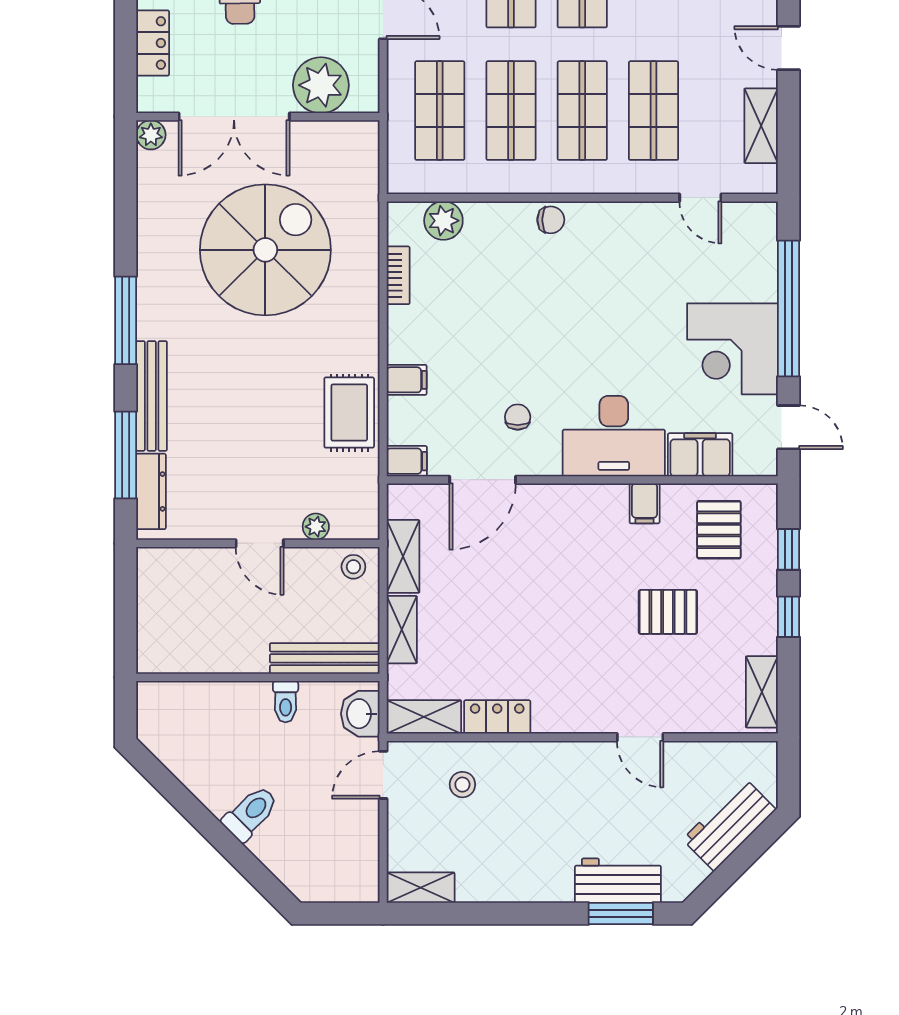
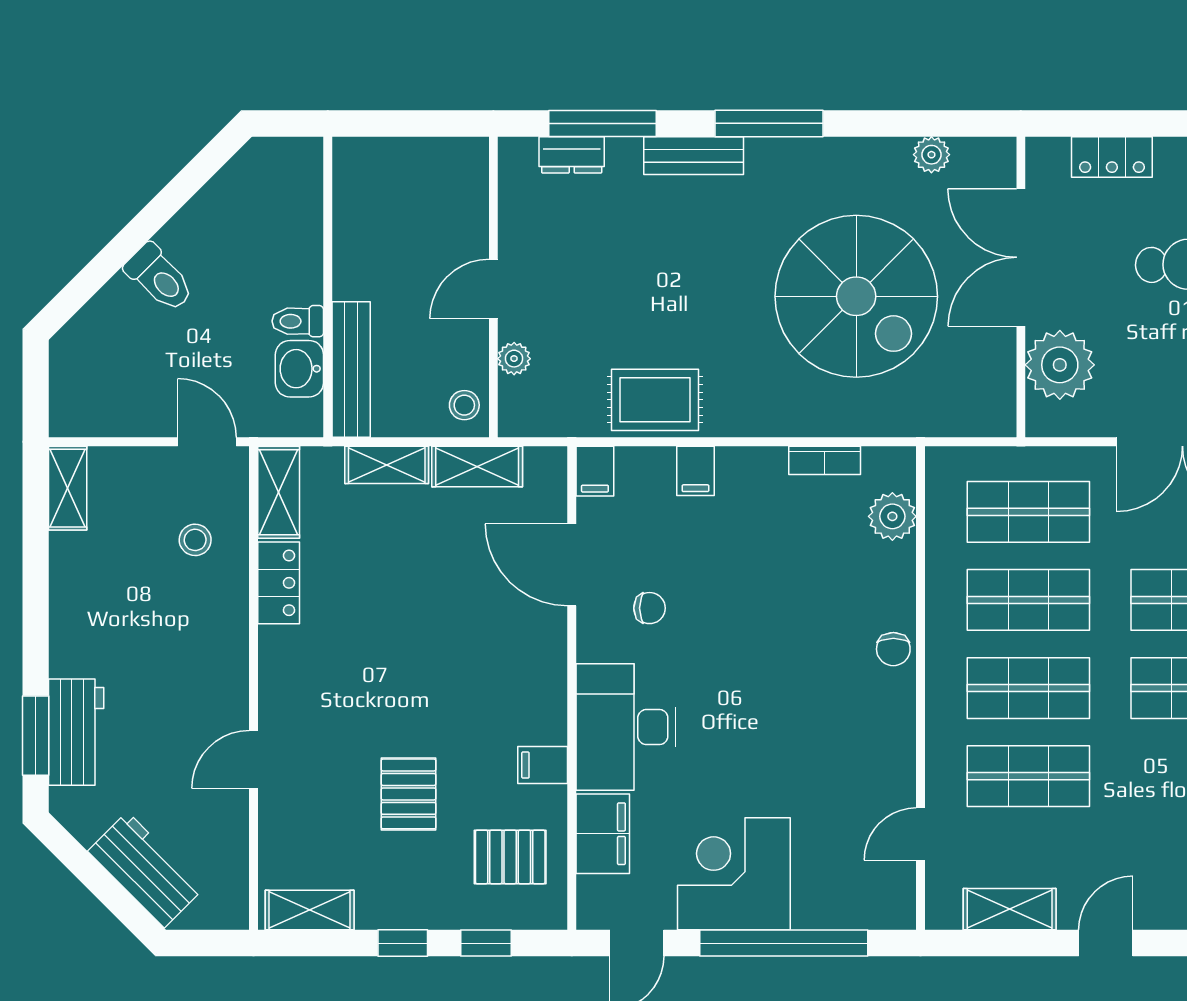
plant: (151, 135) -> (931, 155), moved
bench: (152, 396) -> (694, 156), width x0.73
dresser: (151, 491) -> (572, 155), width x0.70
washbasin: (360, 714) -> (299, 369), moved, turned -90

